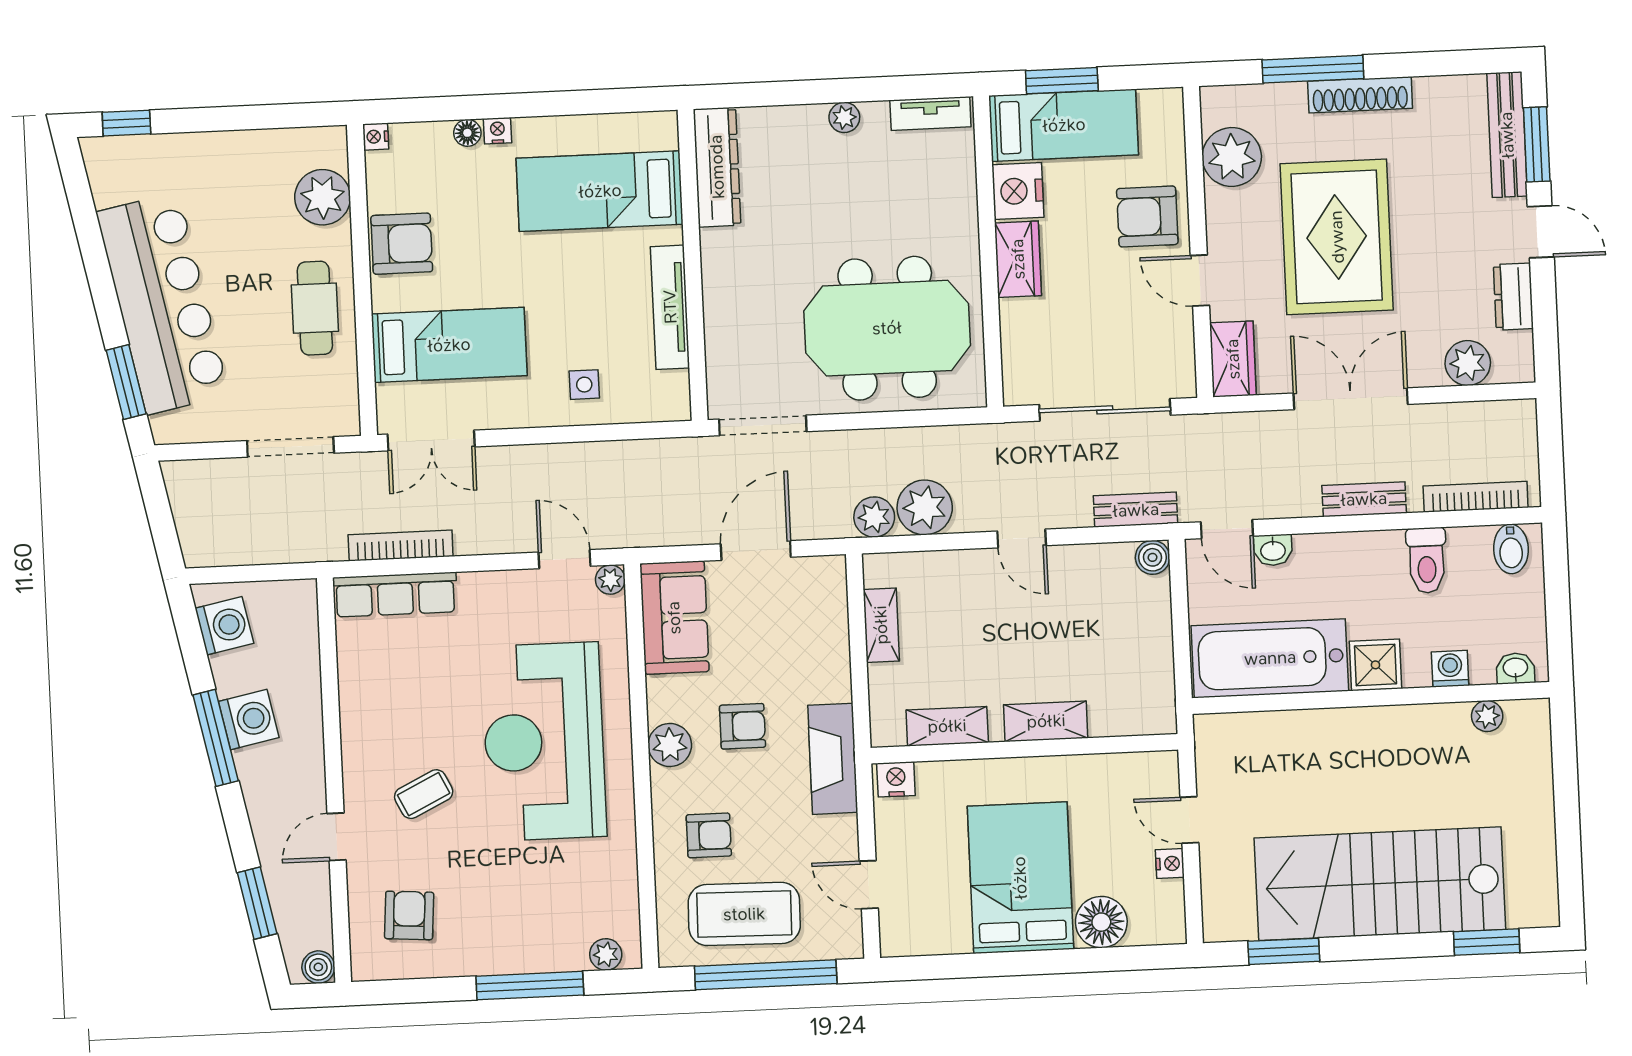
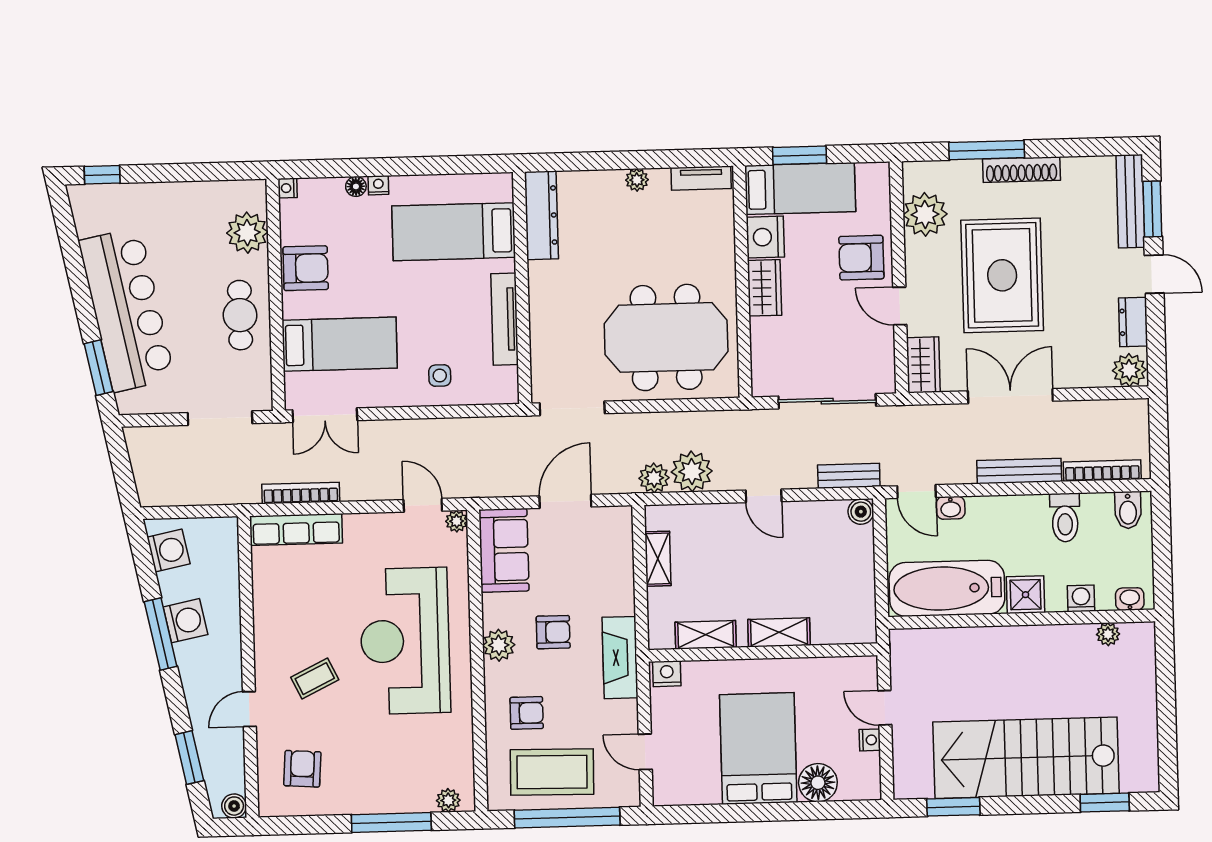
plant: (1468, 363) -> (1129, 370), moved
bench: (1364, 499) -> (1019, 471), width x1.36

